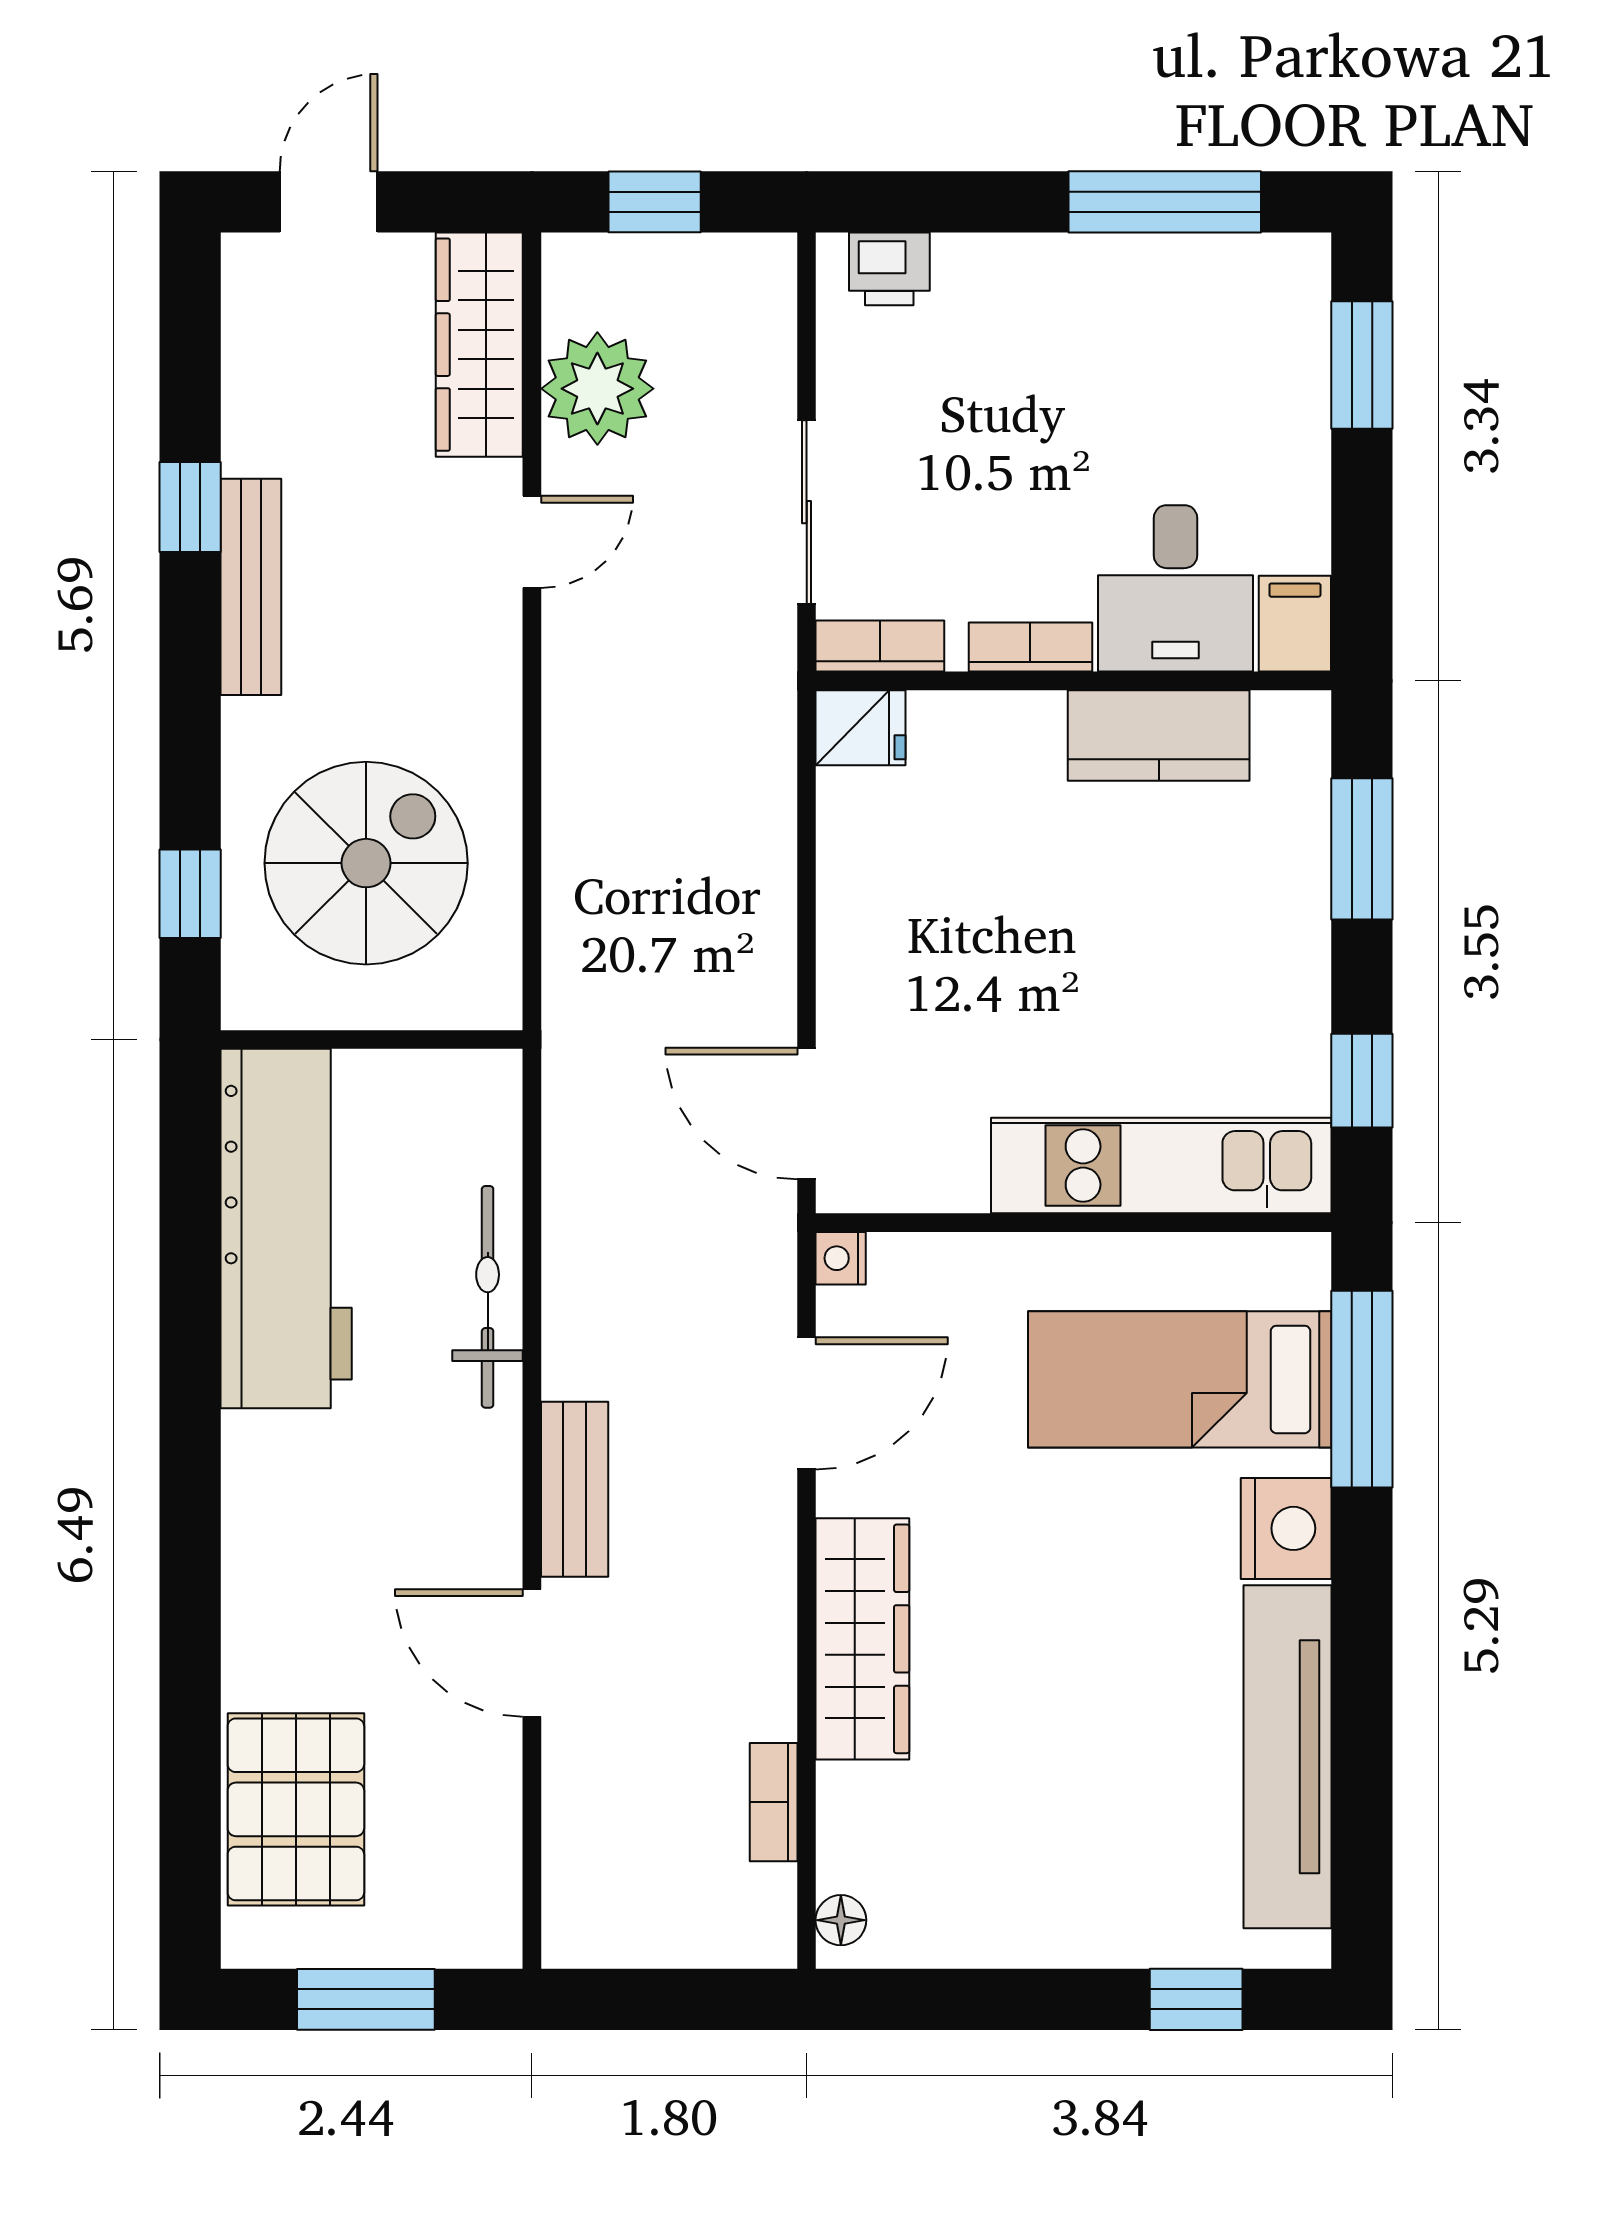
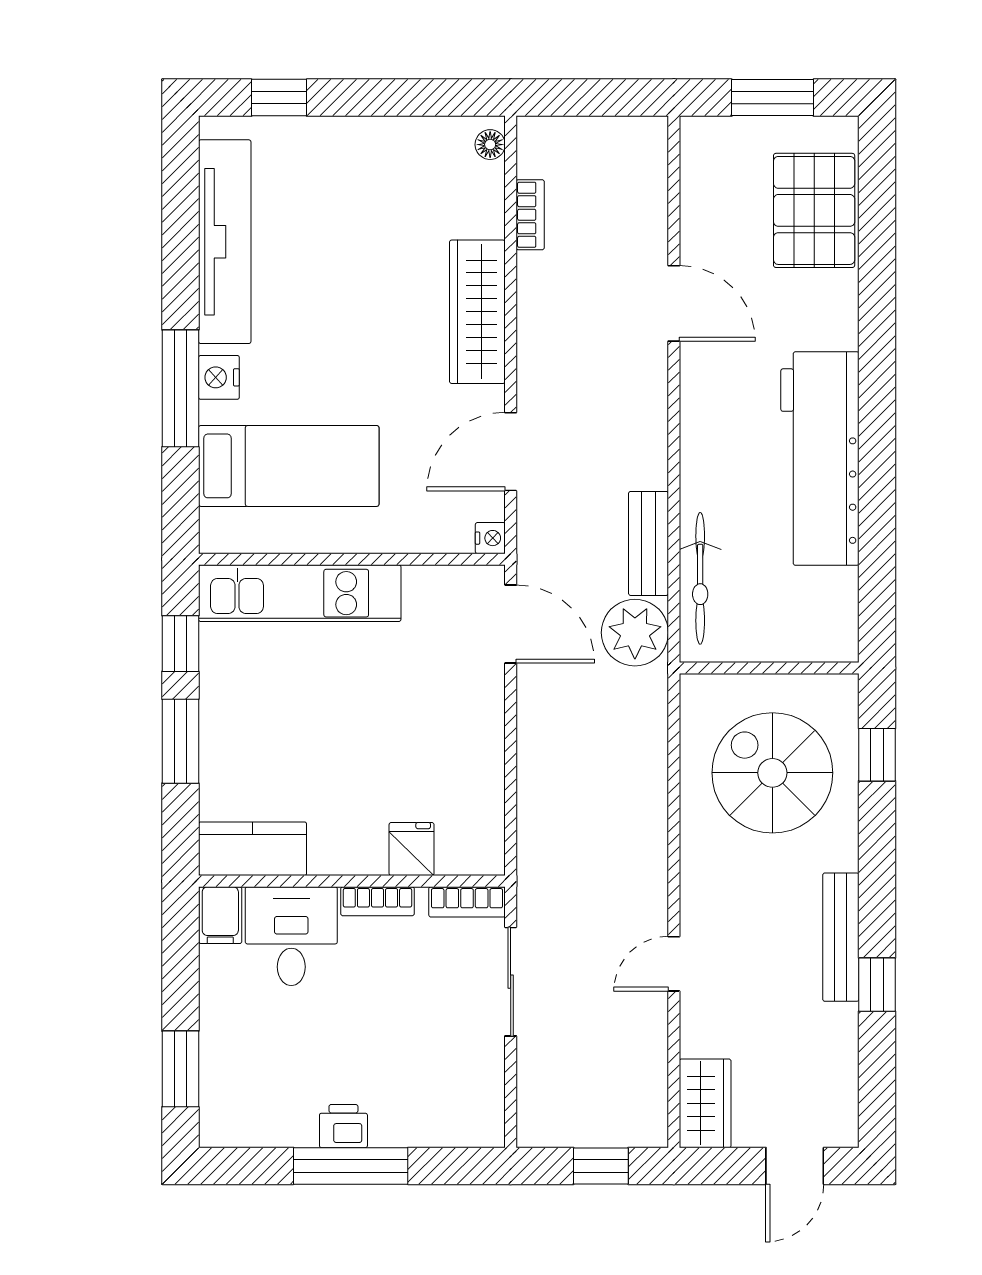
window: (1165, 202) -> (351, 1166), moved
printer: (889, 269) -> (343, 1126), moved
wardrobe: (479, 345) -> (705, 1103), width x0.67
plant: (597, 389) -> (635, 633), moved
fridge: (861, 728) -> (412, 849), moved, turned 90
kitchen counter: (1159, 735) -> (253, 849), moved
window: (1362, 849) -> (180, 741), moved
spiral stairs: (366, 863) -> (772, 773), turned 90
workbench: (286, 1229) -> (820, 459), moved
bicycle: (488, 1297) -> (700, 578), moved
window: (1362, 1389) -> (180, 388), moved
bench: (575, 1489) -> (648, 543), moved
nightstand: (1286, 1528) -> (219, 377), width x0.74, depth x0.75

